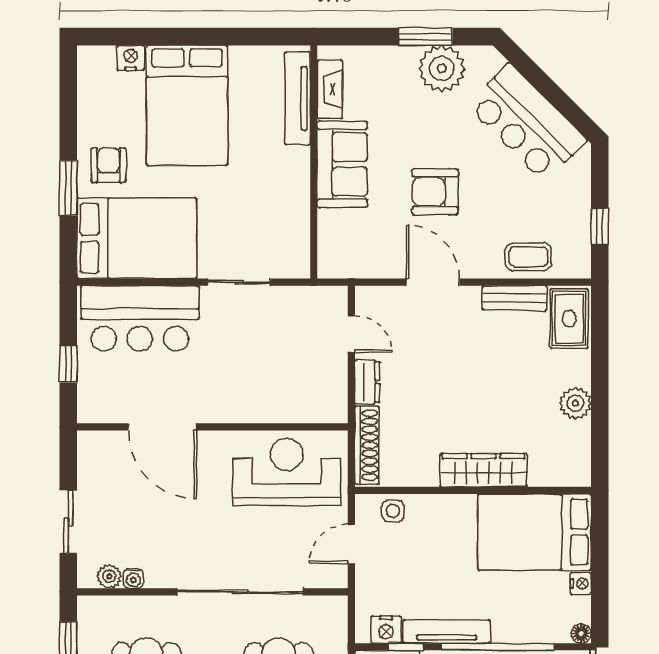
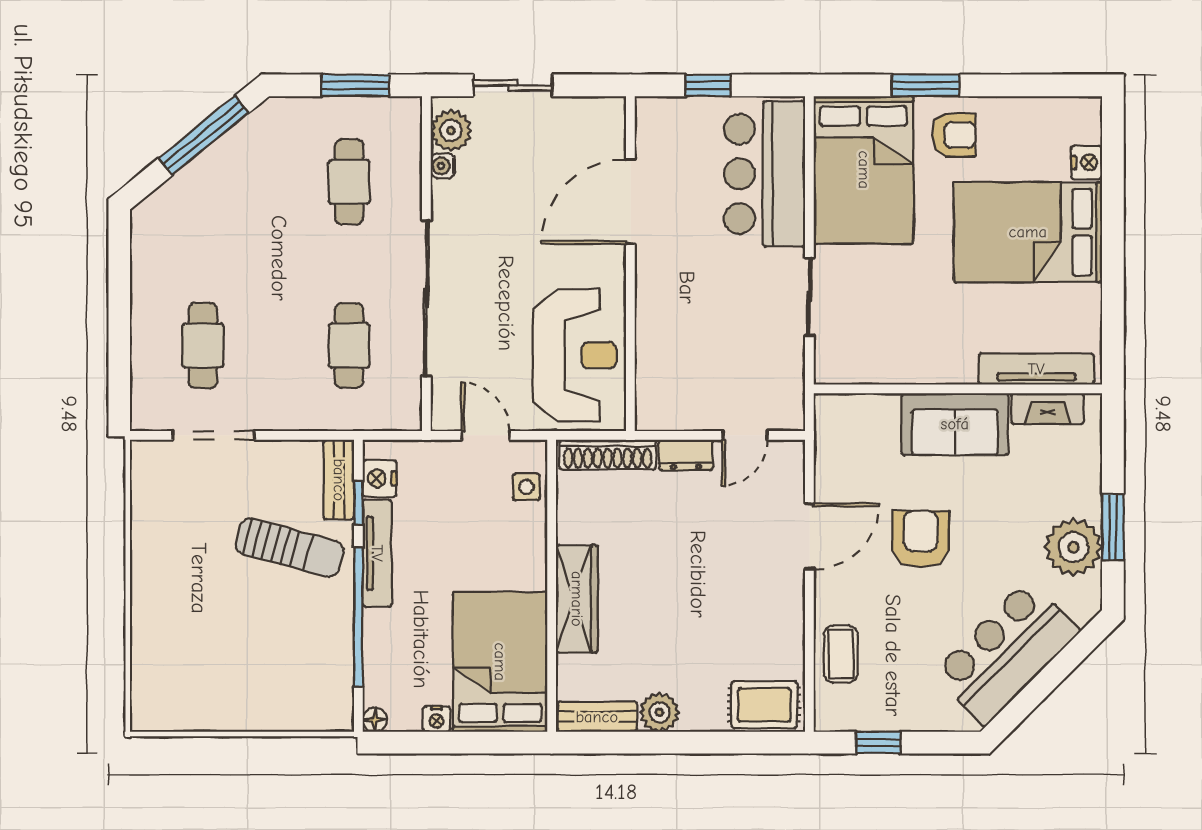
bench: (515, 298) -> (597, 717), moved, turned 90
plant: (109, 576) -> (451, 130), width x1.38, depth x1.38

